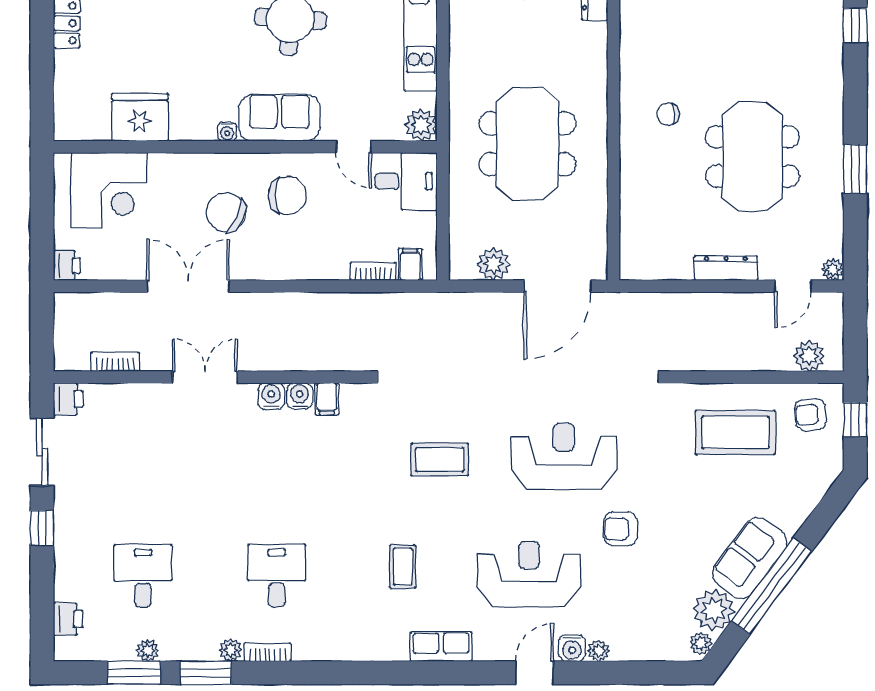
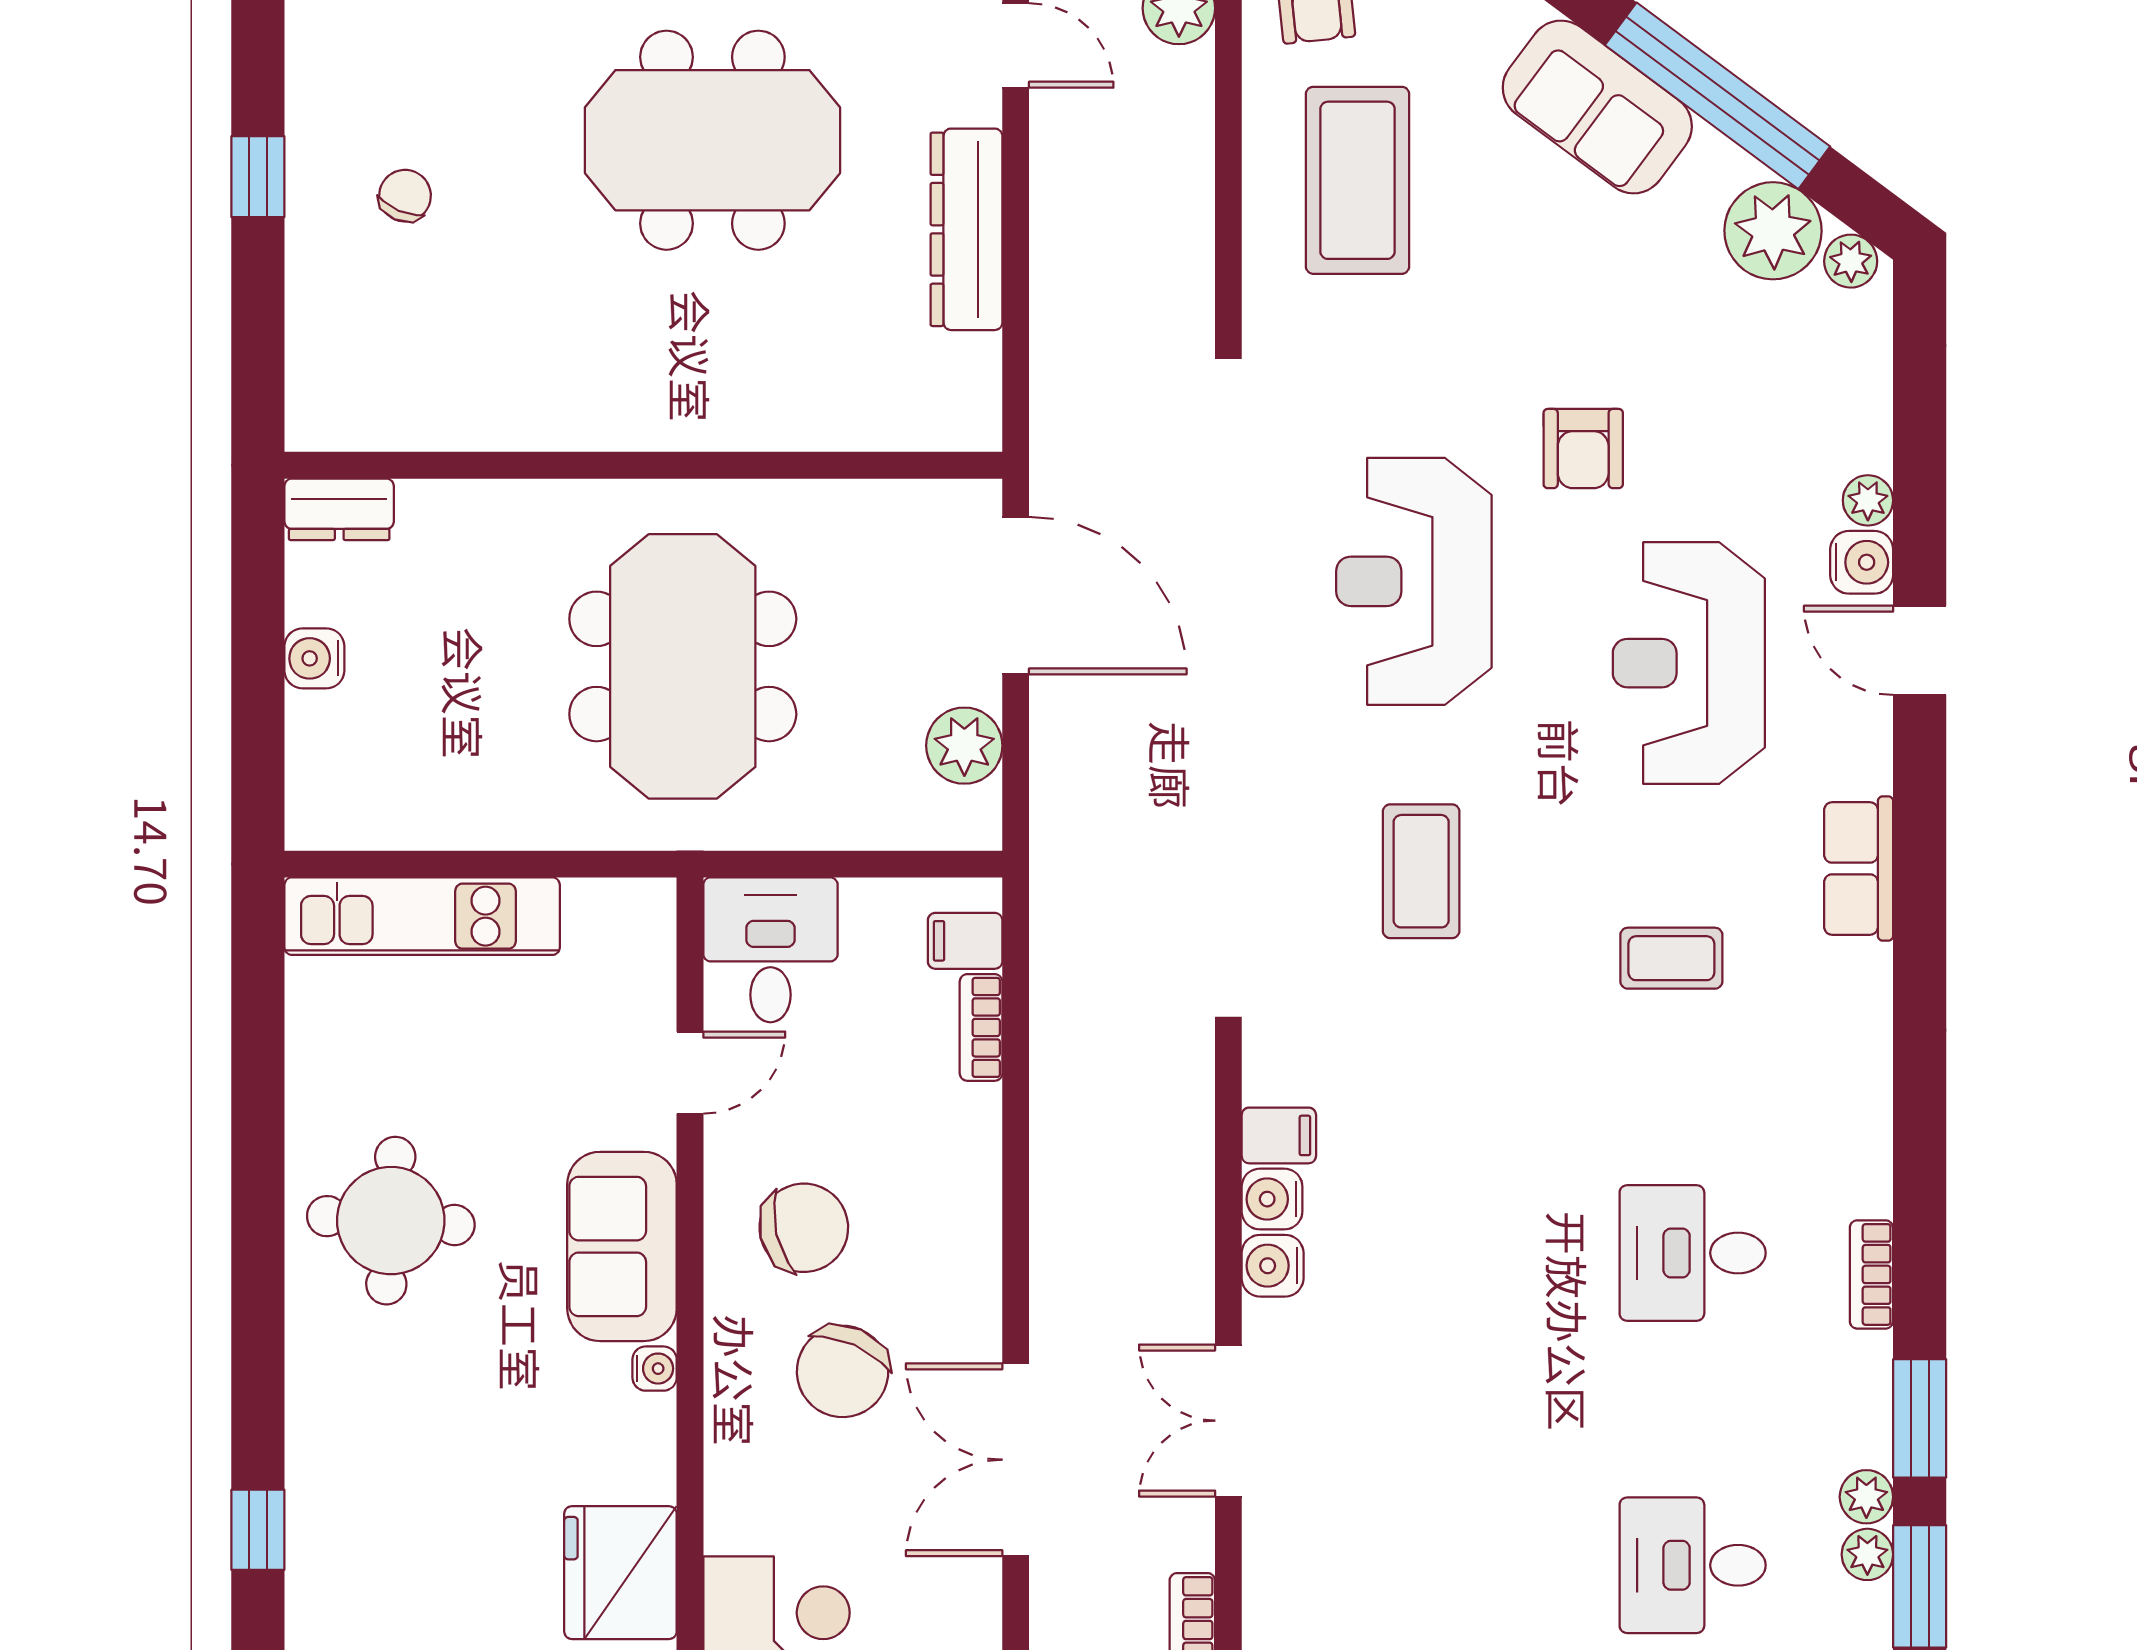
chair: (668, 114) -> (405, 196), moved, turned -153
plant: (421, 125) -> (639, 915), removed
meeting table: (527, 144) -> (683, 666), turned 90
chair: (287, 196) -> (804, 1228), turned 77
dresser: (726, 268) -> (966, 229), width x1.37, depth x1.24
sofa: (750, 558) -> (1597, 107), moved
plant: (231, 650) -> (1866, 1497), moved

